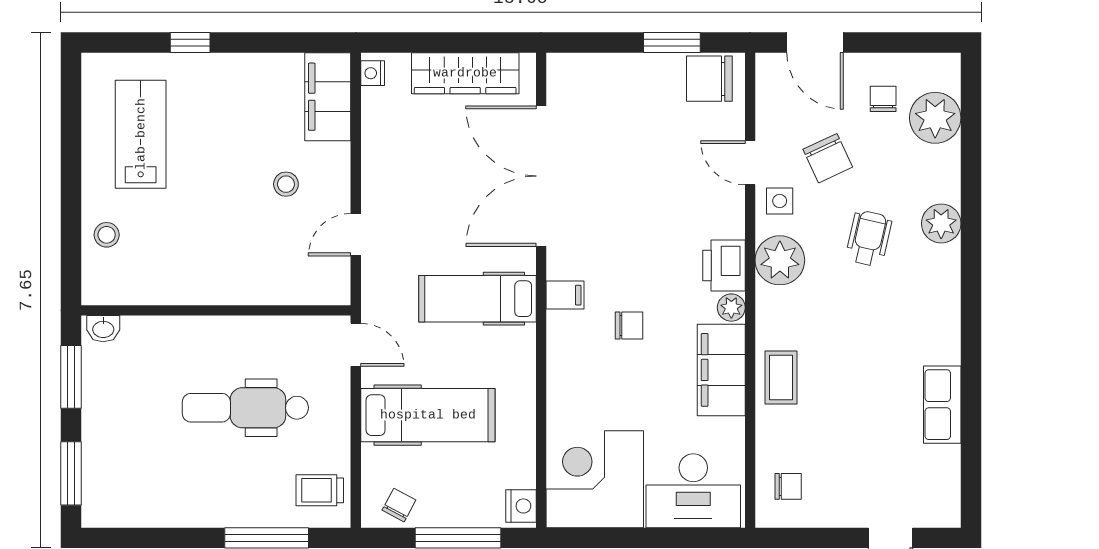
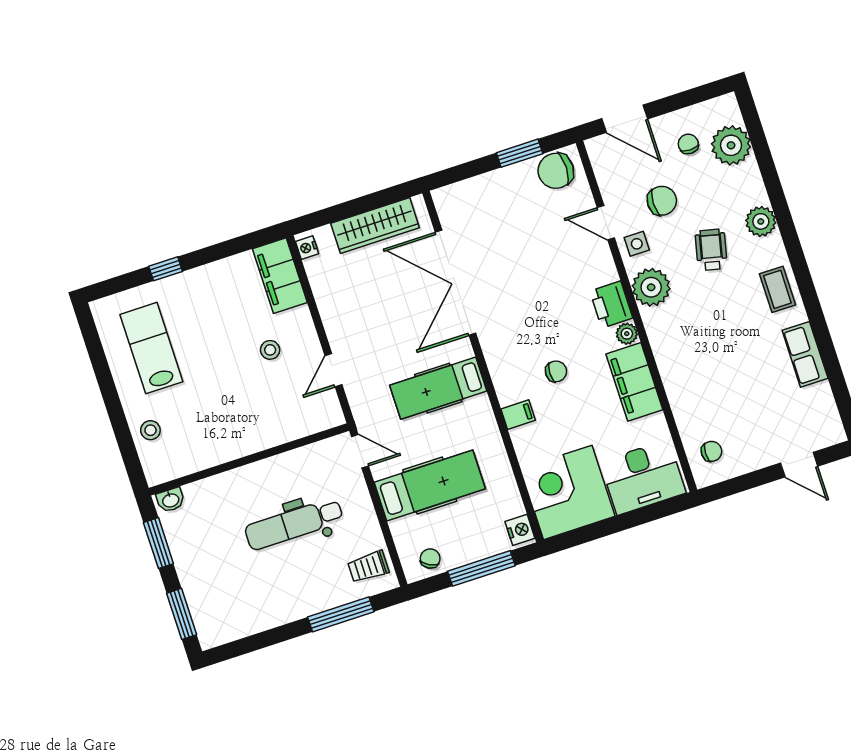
chair: (828, 158) -> (662, 201), turned -65
filing cabinet: (565, 295) -> (518, 415), moved
coffee table: (781, 377) -> (777, 289), moved

